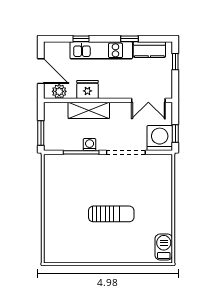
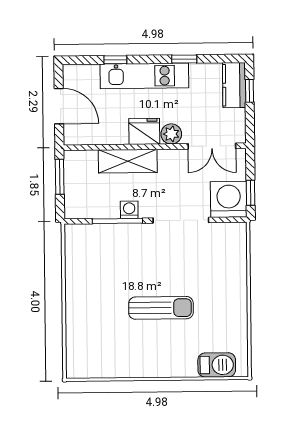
kitchen counter: (149, 50) -> (234, 85), moved, turned 90
fridge: (87, 89) -> (144, 131), moved
plant: (59, 91) -> (171, 134), moved
window: (41, 133) -> (60, 177), moved
barbecue: (164, 247) -> (217, 365), moved, turned 90

